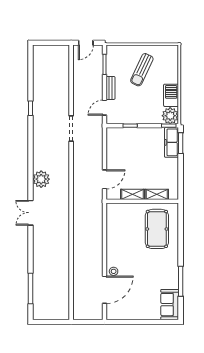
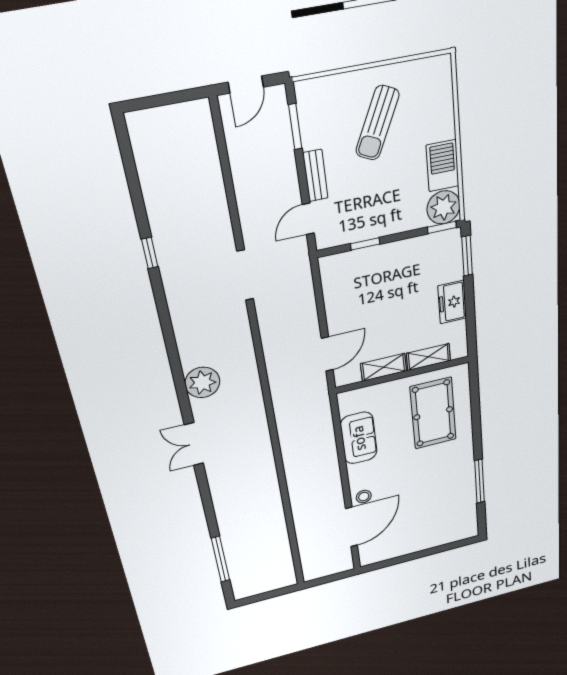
freezer: (171, 142) -> (452, 302), moved, width x0.71
sofa: (170, 305) -> (359, 438), moved, turned 180

